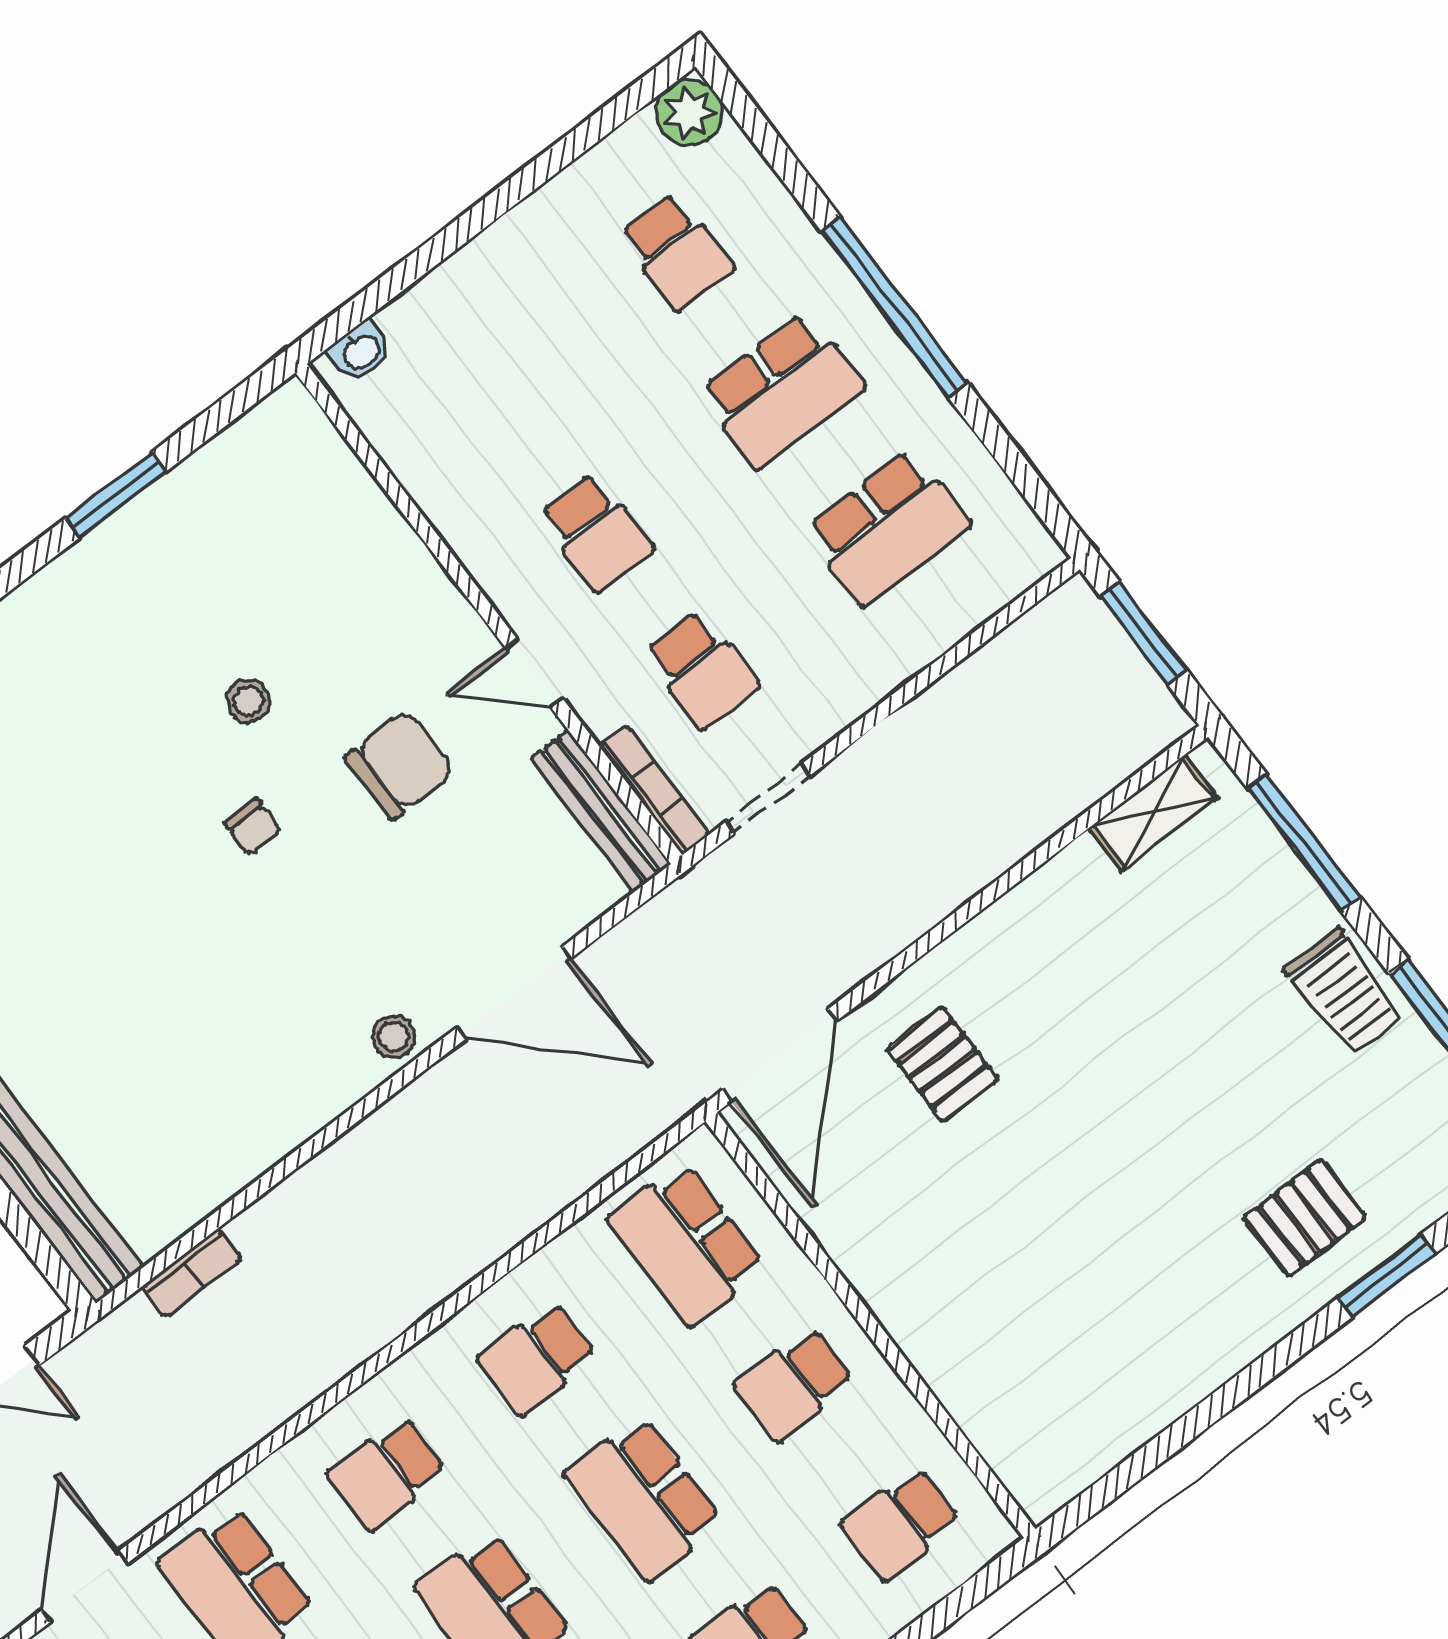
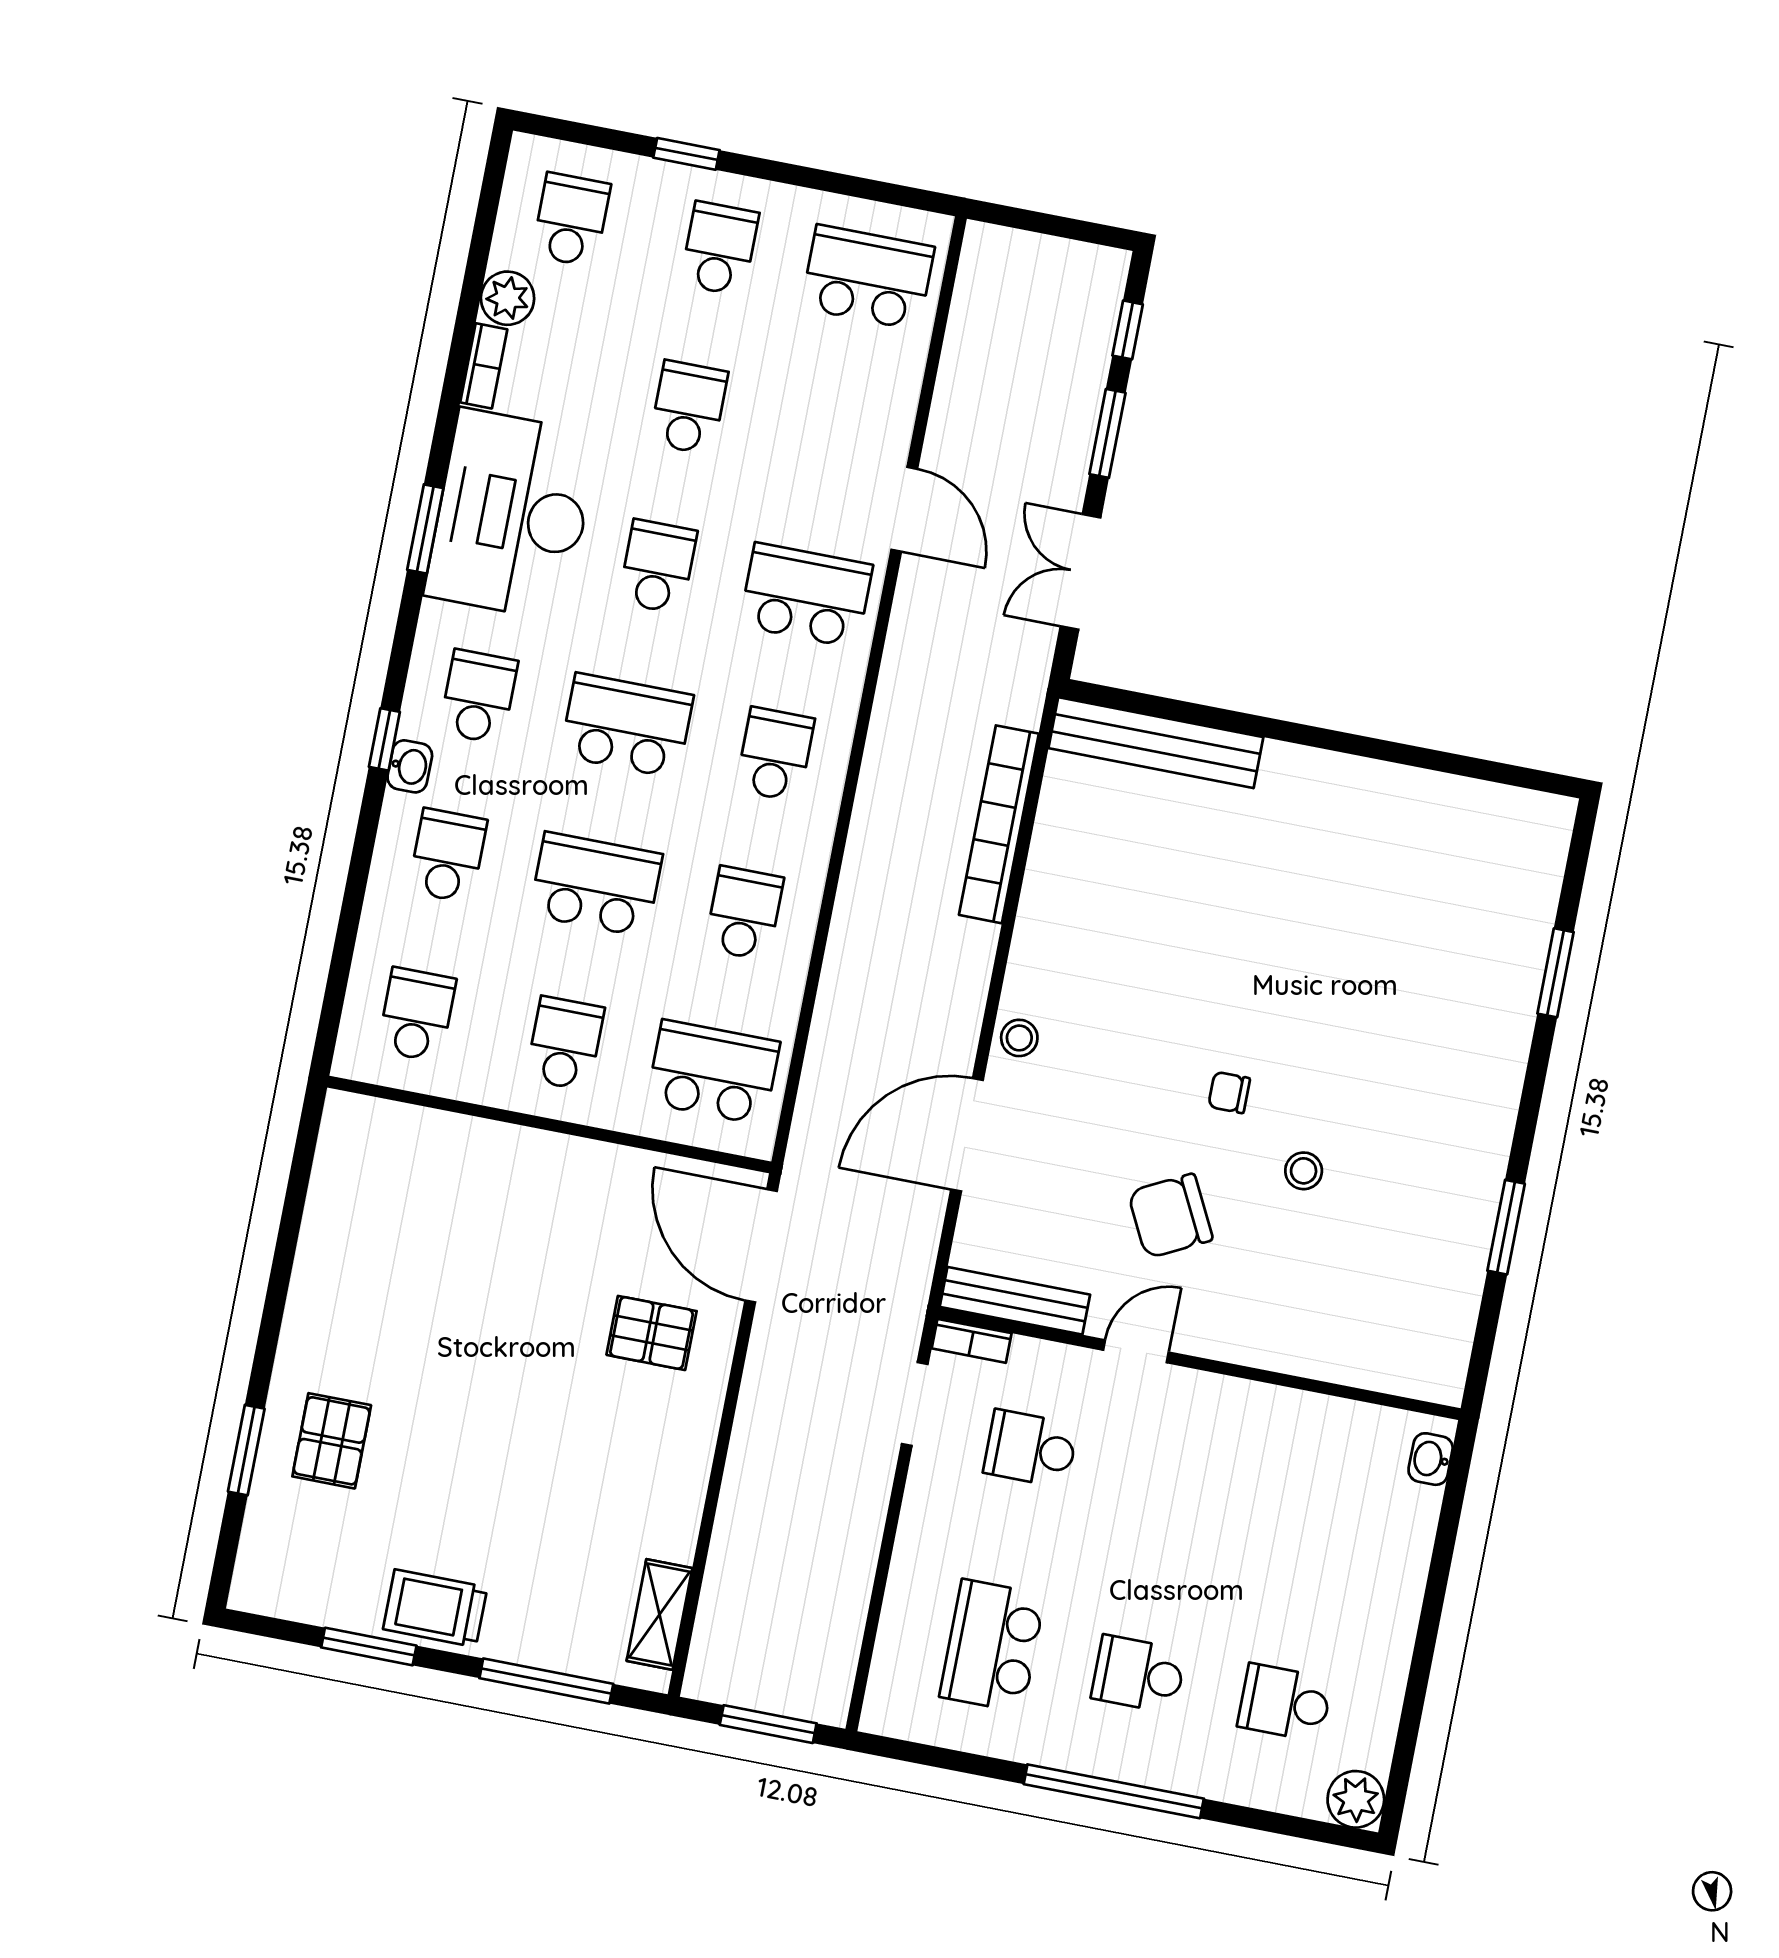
school desk: (782, 390) -> (1139, 1674), width x0.54
school desk: (596, 532) -> (1177, 1477), removed
chair: (400, 765) -> (1170, 1216), turned 63
bookcase: (654, 790) -> (972, 1341), width x0.64
bookcase: (192, 1273) -> (999, 824), width x2.31, depth x1.31

